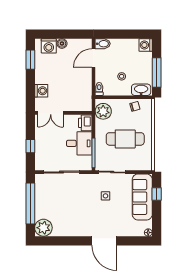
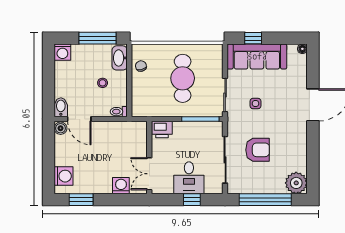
boiler: (62, 44) -> (61, 128), moved
plant: (103, 111) -> (147, 107), removed
double door: (51, 113) -> (149, 174), swing flipped
desk: (79, 143) -> (189, 178), moved, turned 180
armchair: (69, 198) -> (258, 150), added

